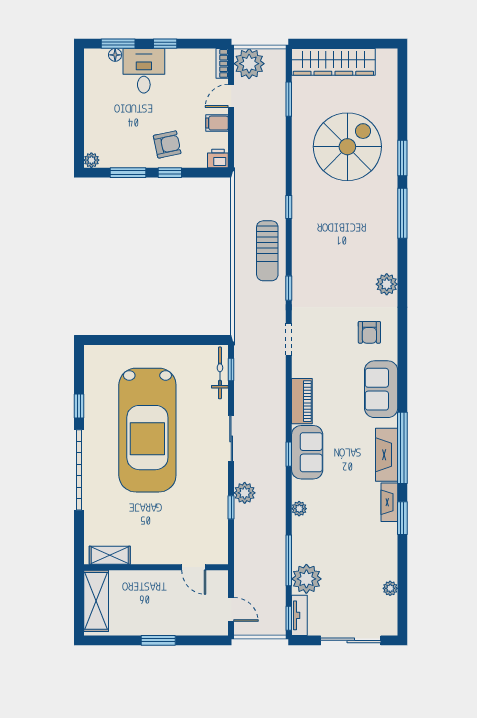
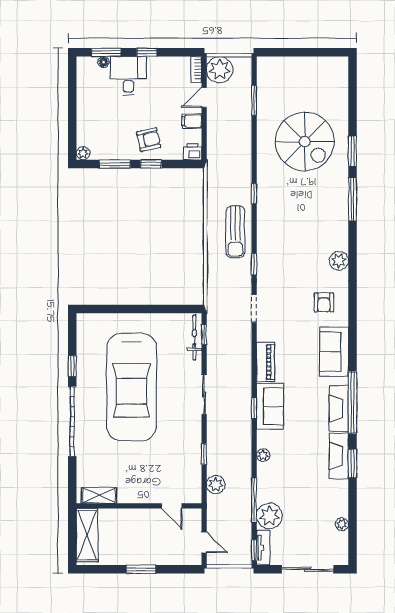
wardrobe: (333, 62) -> (293, 68), removed
spiral stairs: (347, 147) -> (305, 142), turned 90
plant: (245, 493) -> (216, 484), moved
fireplace: (389, 502) -> (339, 456), width x1.37, depth x1.32

